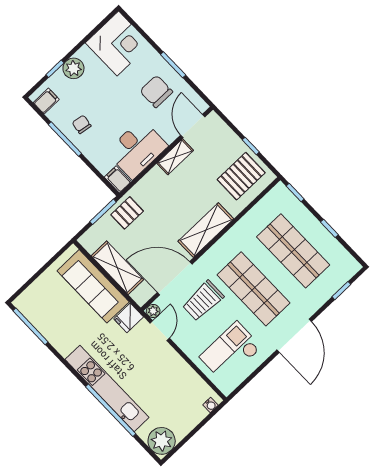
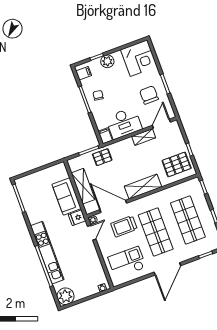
sofa: (93, 286) -> (67, 196), width x0.73

